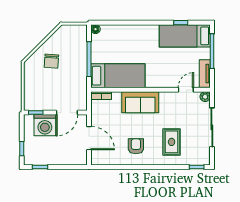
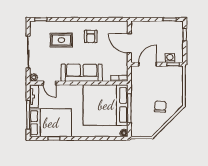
bed: (185, 36) -> (51, 123), width x1.50
bed: (118, 76) -> (106, 105), width x2.04
door: (186, 90) -> (50, 83), hinge flipped
sofa: (140, 102) -> (82, 73), width x1.36
washing machine: (45, 125) -> (170, 58), width x0.53, depth x0.53
rug: (172, 142) -> (61, 40), turned 90

